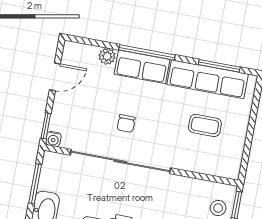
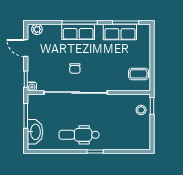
plant: (107, 56) -> (37, 29), moved
door: (55, 77) -> (26, 48), swing flipped
row of seats: (208, 79) -> (120, 32), width x0.68
coffee table: (205, 125) -> (139, 74), moved

